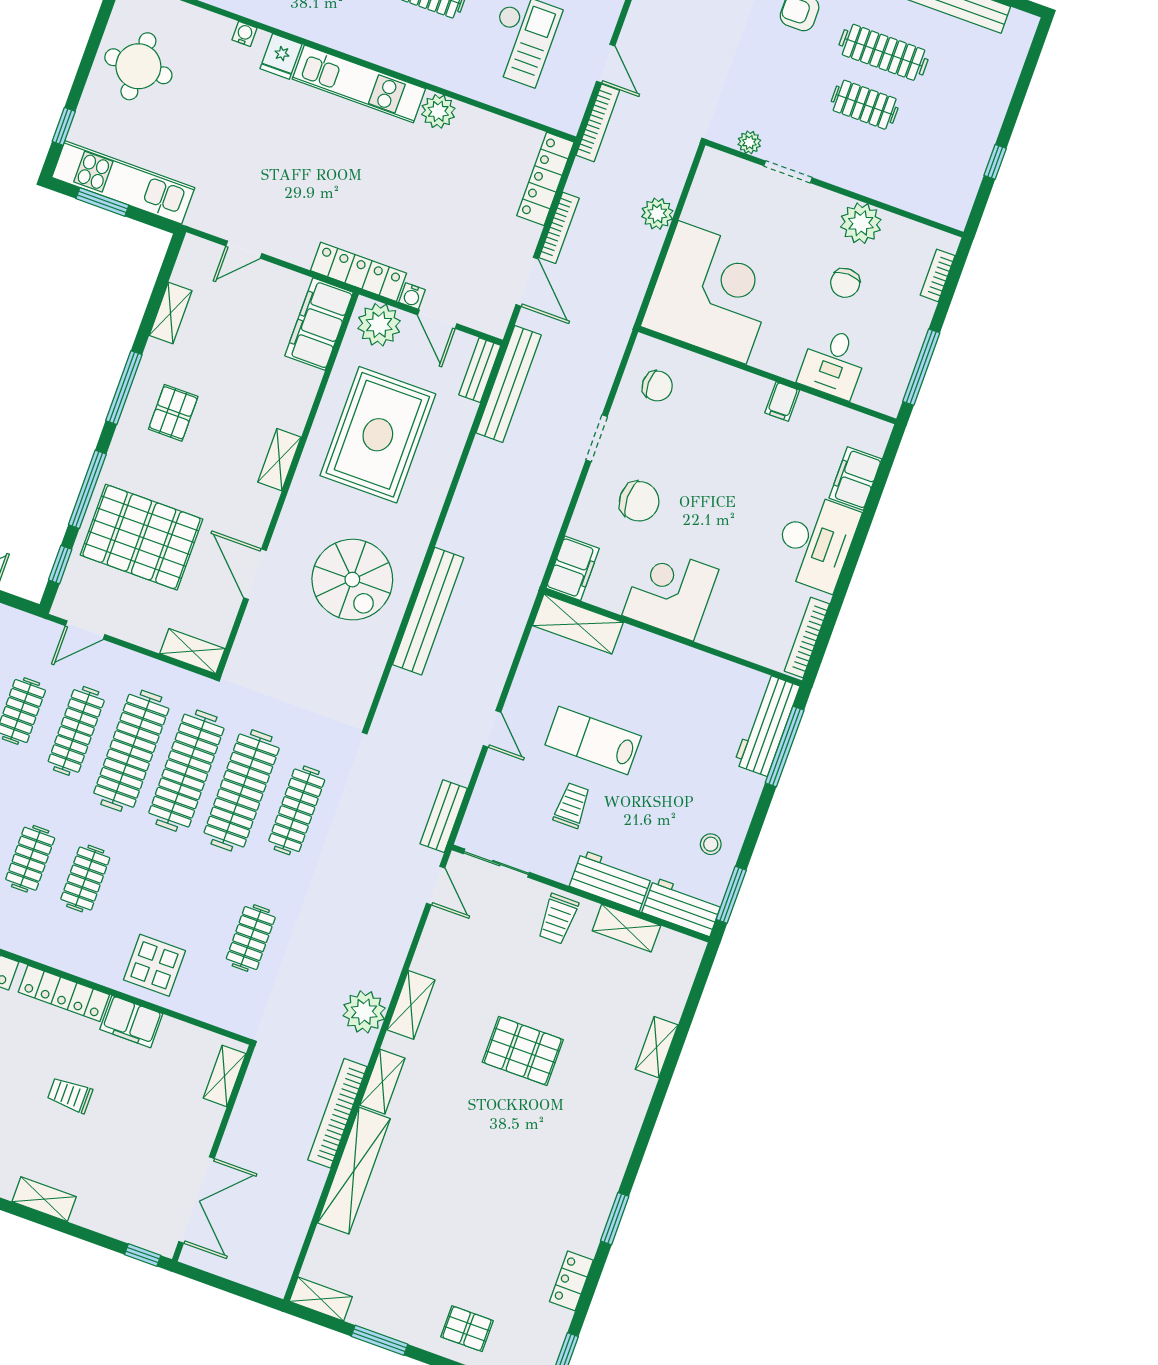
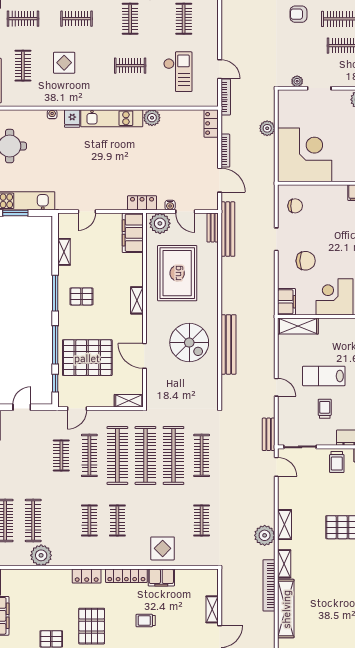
locker: (545, 179) -> (211, 123), width x0.66
locker: (358, 272) -> (142, 203), width x0.66
pallet: (173, 413) -> (81, 296), turned 90
shelving: (225, 1076) -> (212, 609), moved

